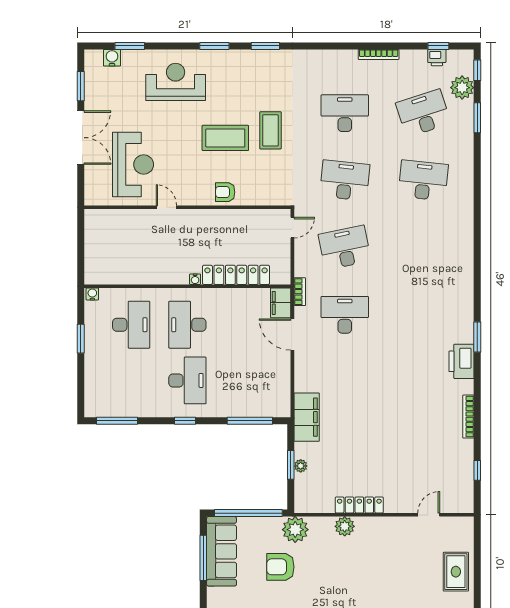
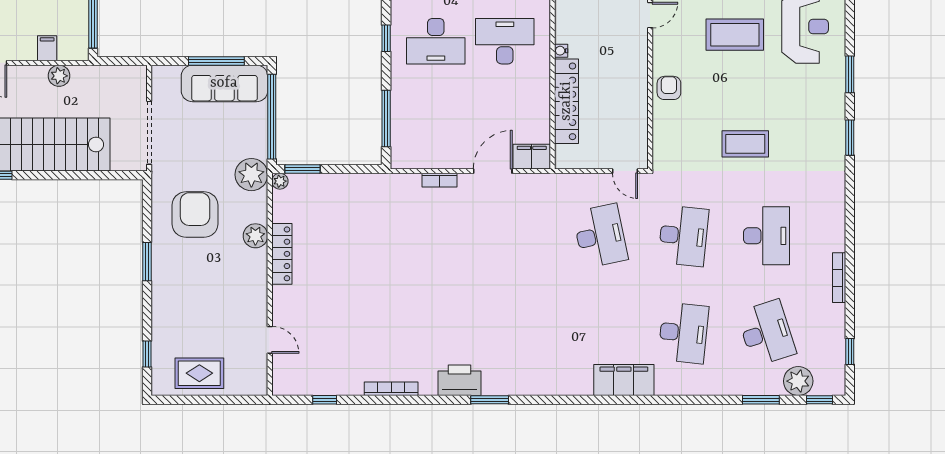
printer: (437, 58) -> (835, 350), removed
coffee table: (225, 138) -> (735, 35), moved, turned 90
bookcase: (300, 292) -> (440, 180), moved
desk: (345, 315) -> (517, 236), removed
filing cabinet: (307, 417) -> (624, 380), moved, turned 180
window: (291, 465) -> (302, 169), moved
plant: (301, 466) -> (280, 181), moved
armchair: (280, 567) -> (195, 215), moved, width x1.36, depth x1.36

